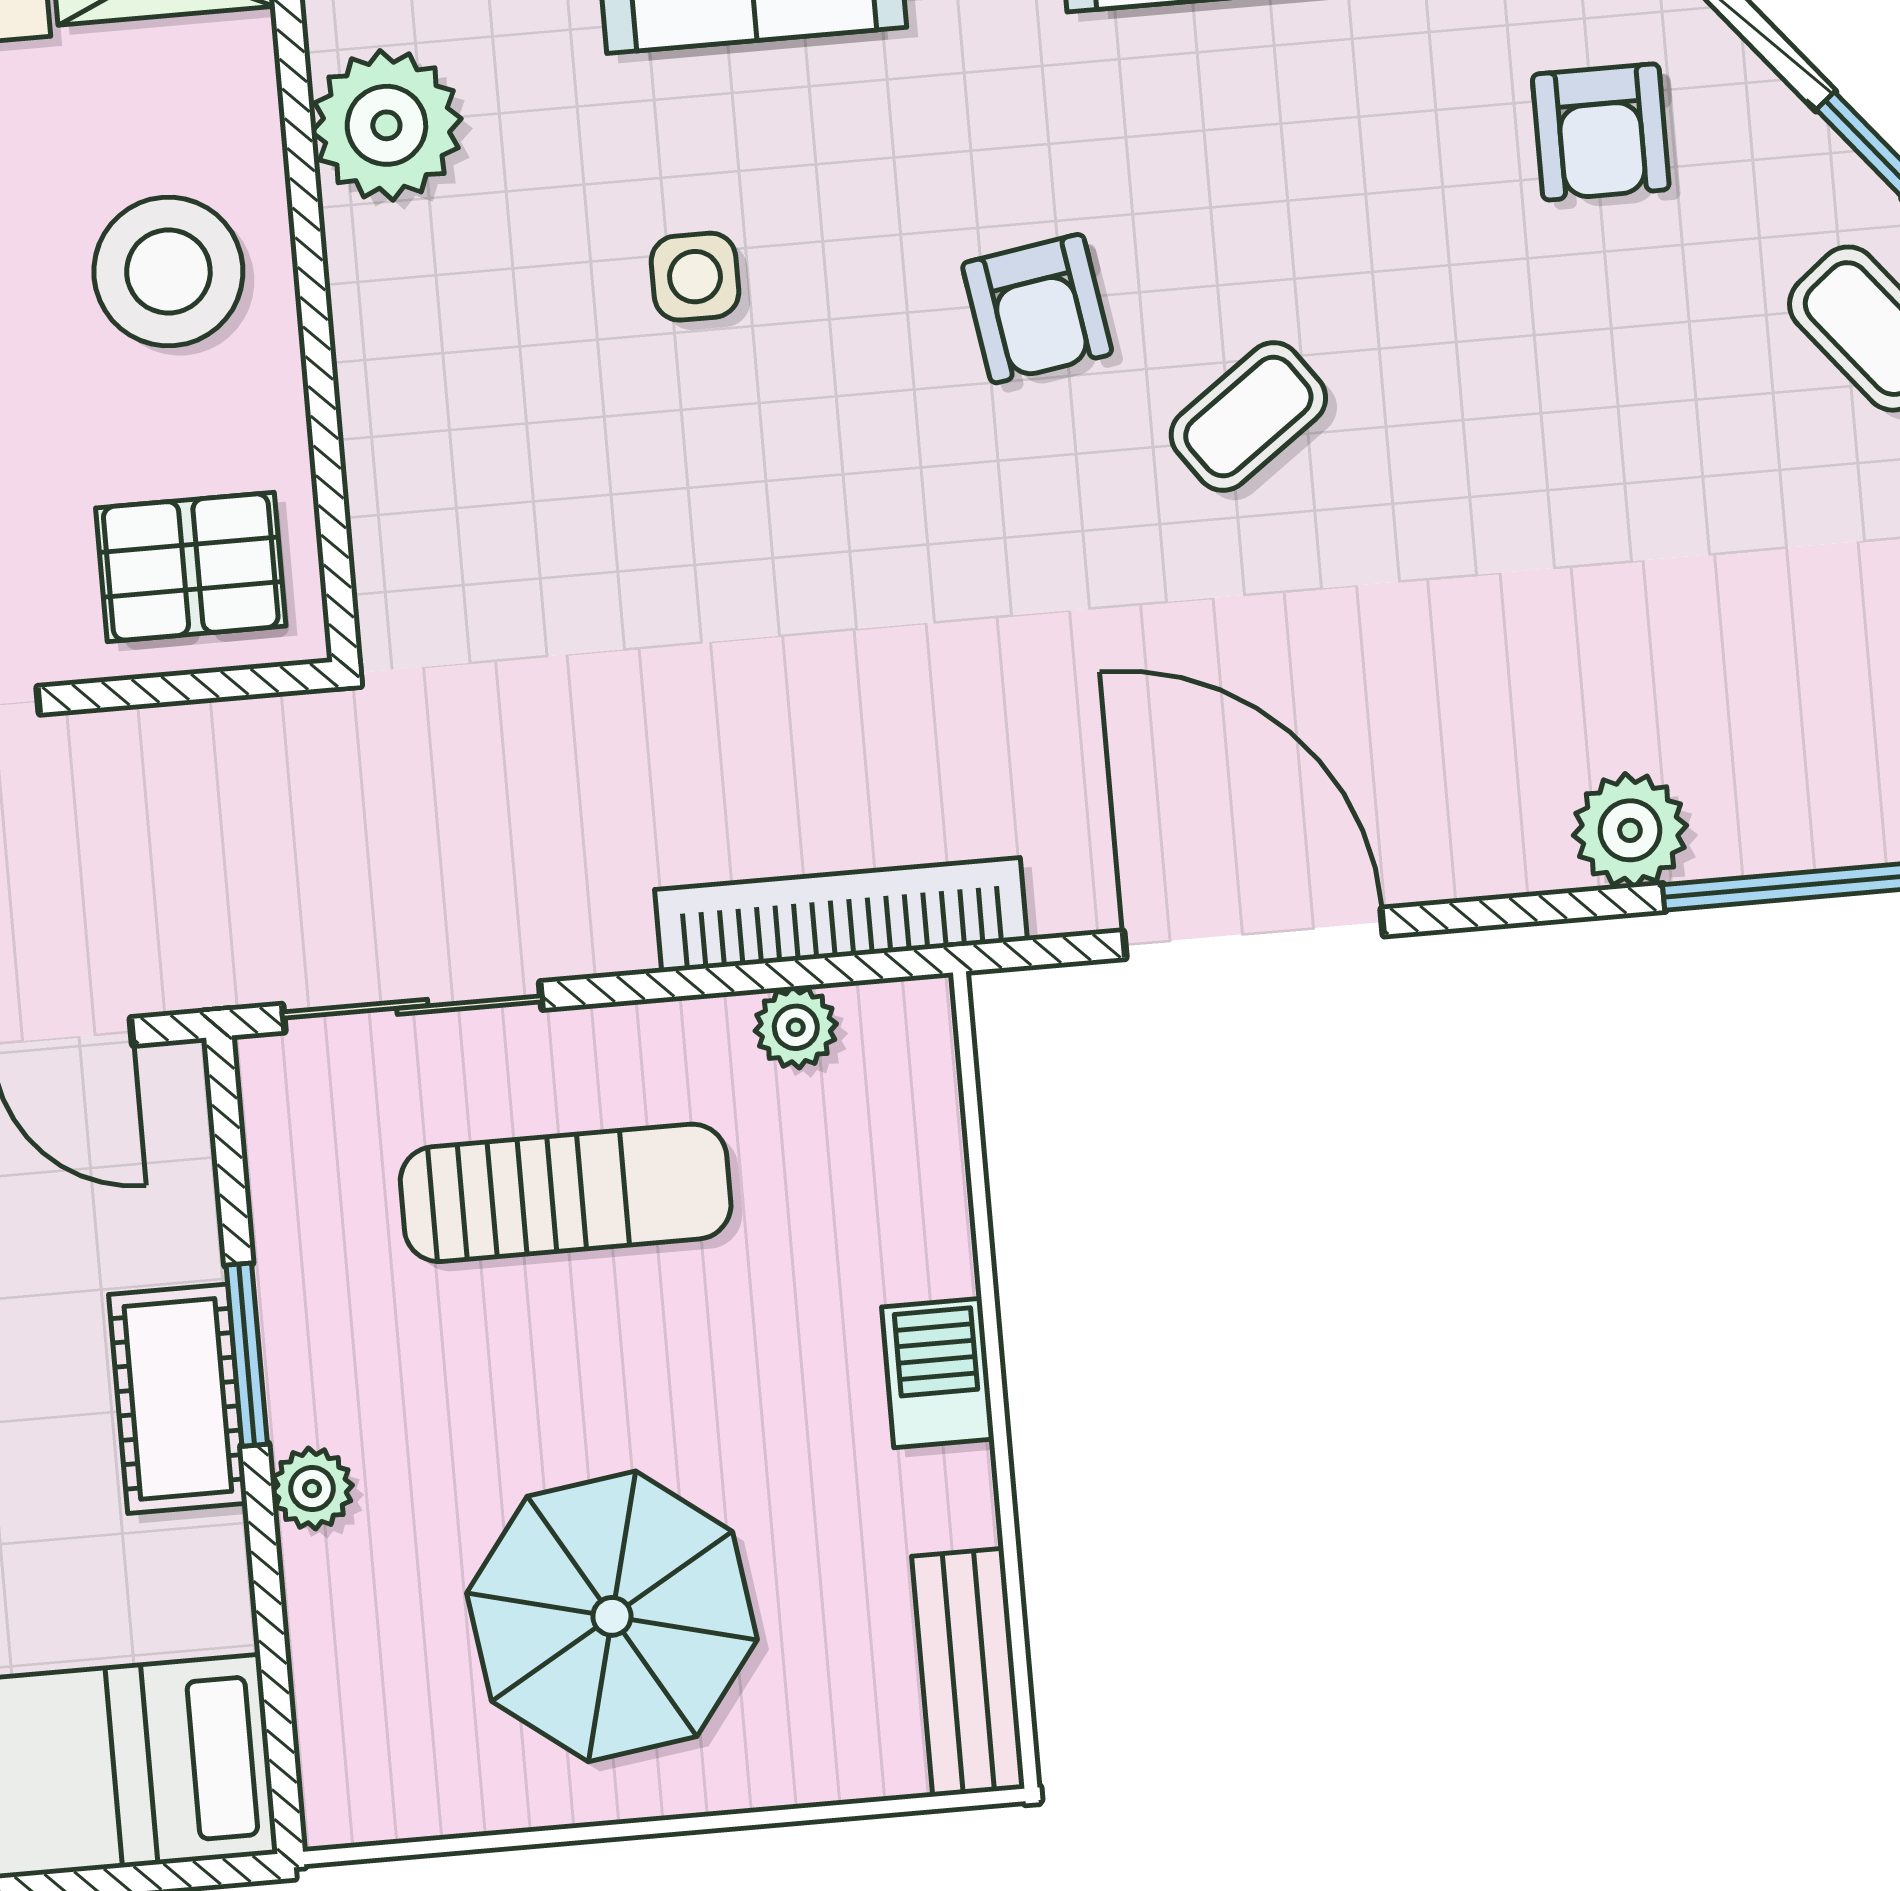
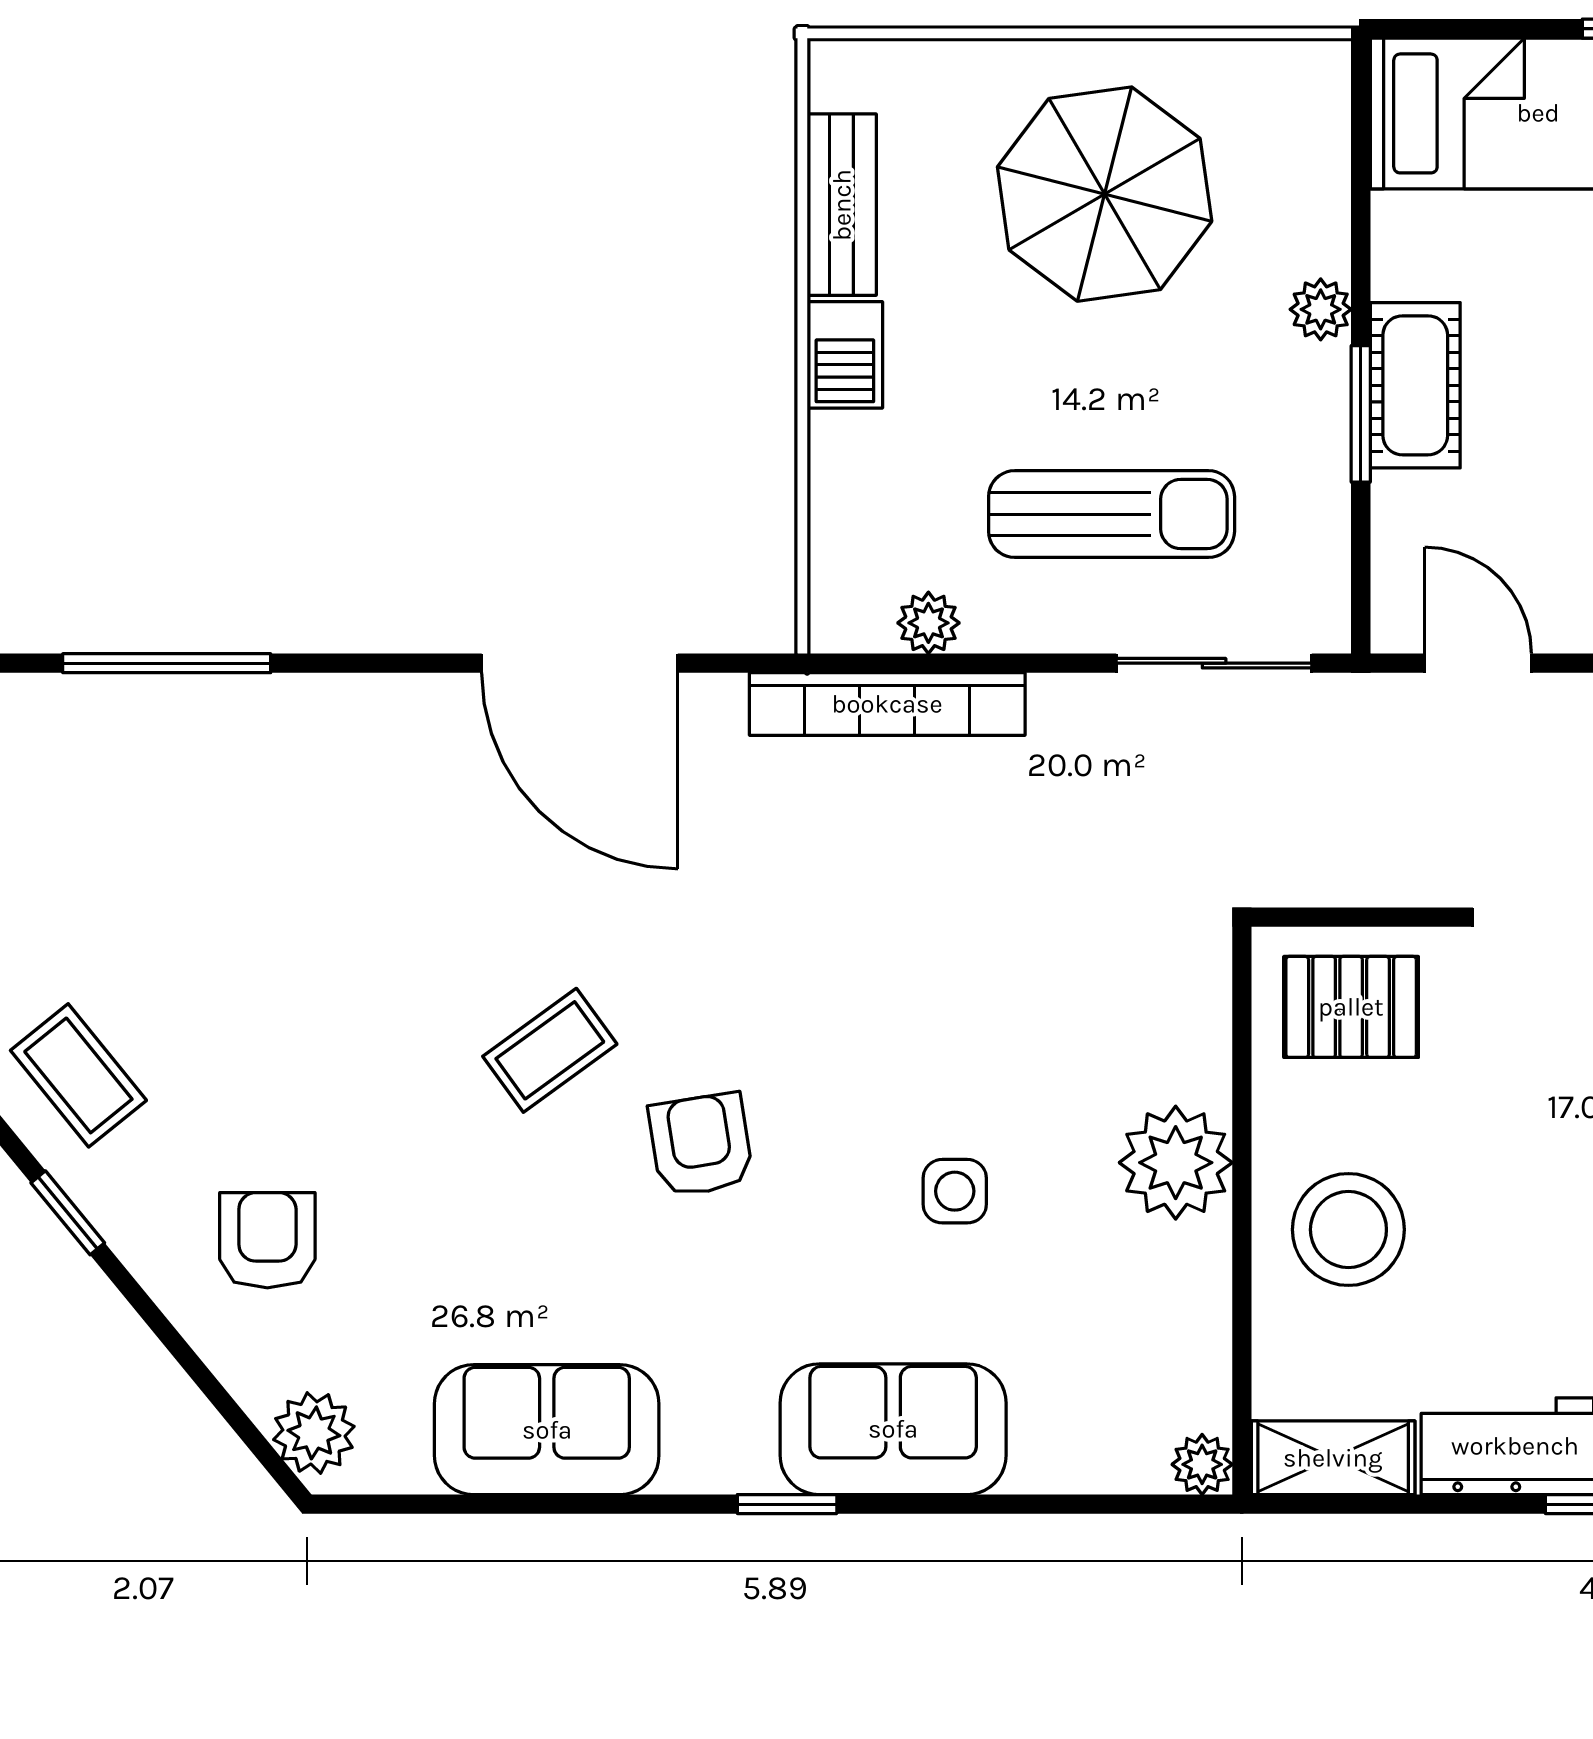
plant: (386, 125) -> (1176, 1163), moved
plant: (1630, 830) -> (291, 716), removed
sun lounger: (566, 1193) -> (1112, 514), turned 180
bench: (968, 1672) -> (842, 205), moved

